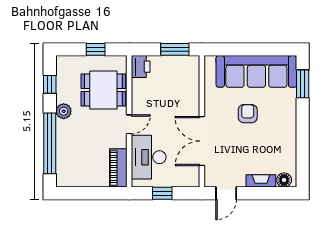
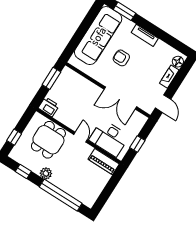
window: (96, 49) -> (14, 137), moved
tv unit: (290, 124) -> (145, 35), added

